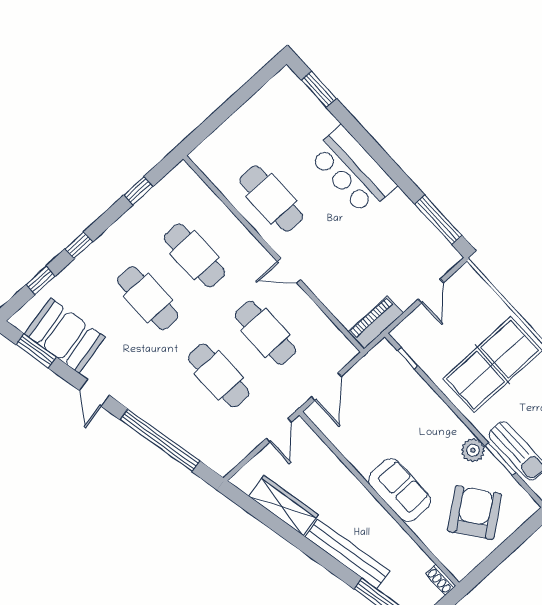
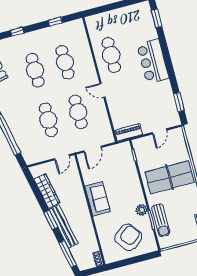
window: (438, 220) -> (179, 102), width x0.69
sofa: (399, 490) -> (98, 199), moved
window: (318, 554) -> (51, 220), added

